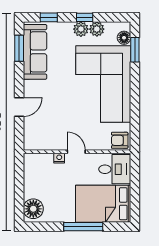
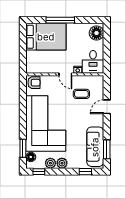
window: (85, 17) -> (39, 172), moved
coffee table: (54, 125) -> (81, 94), added
desk: (115, 169) -> (93, 62), moved, turned -90

